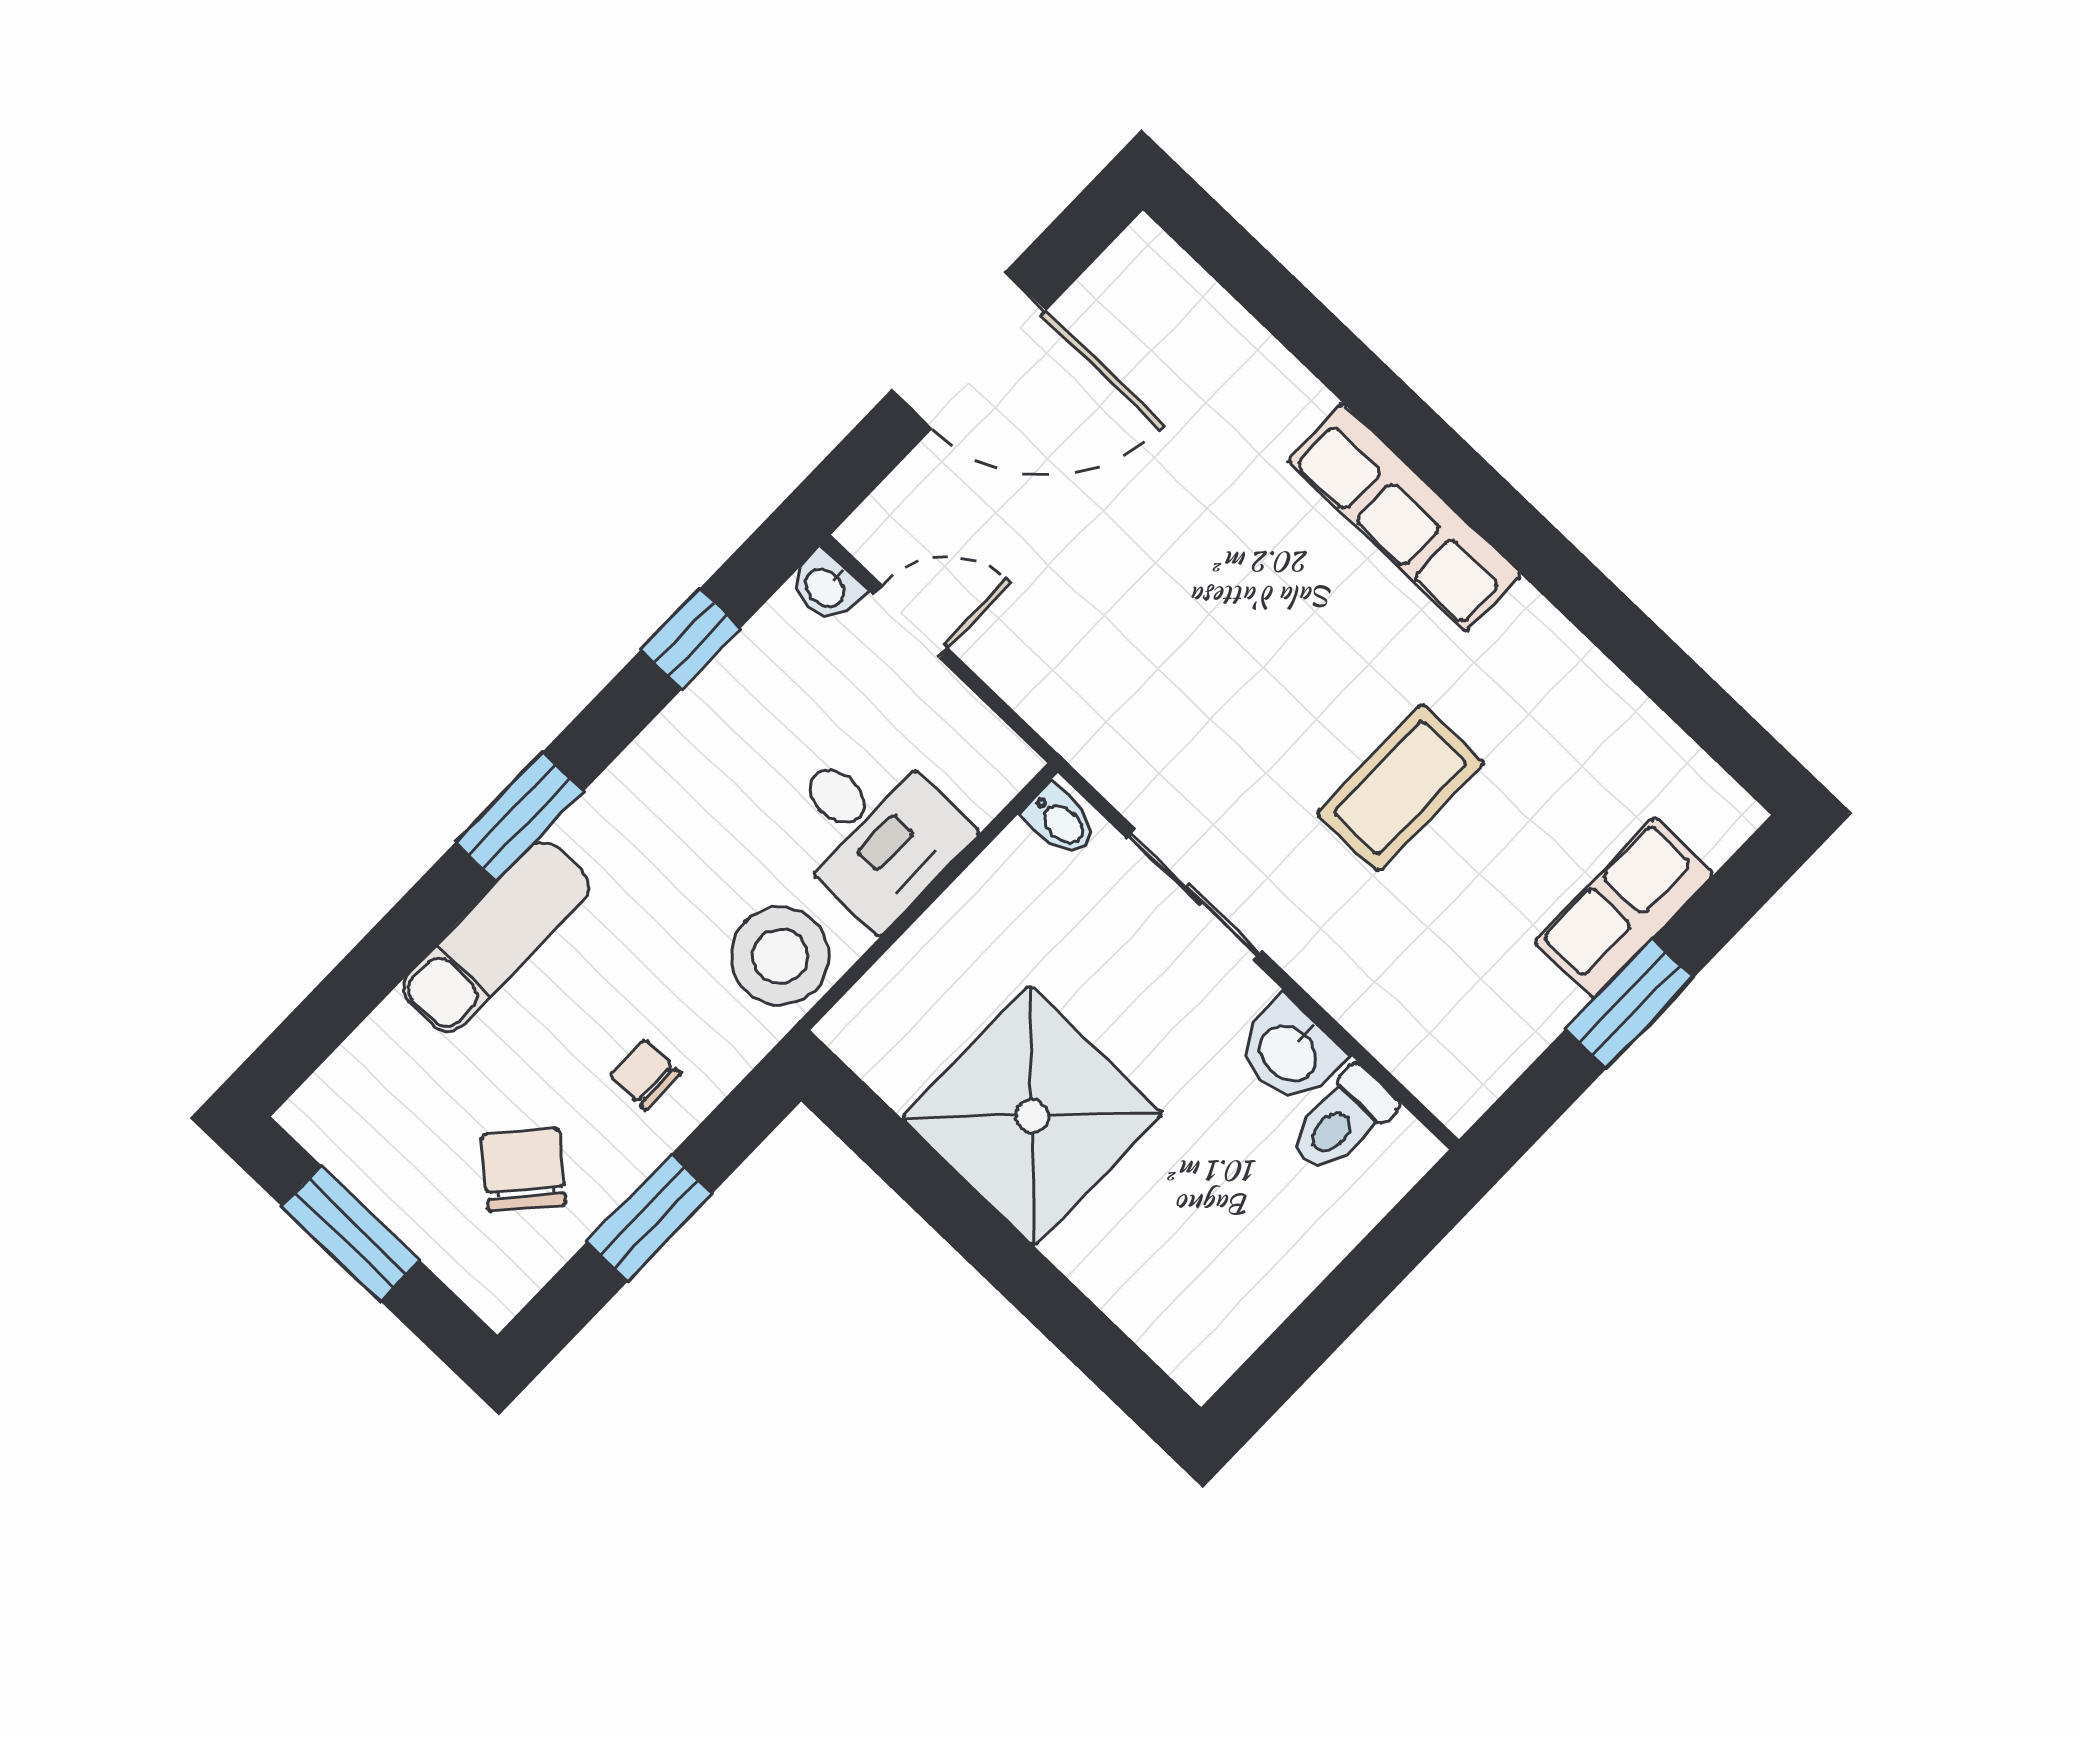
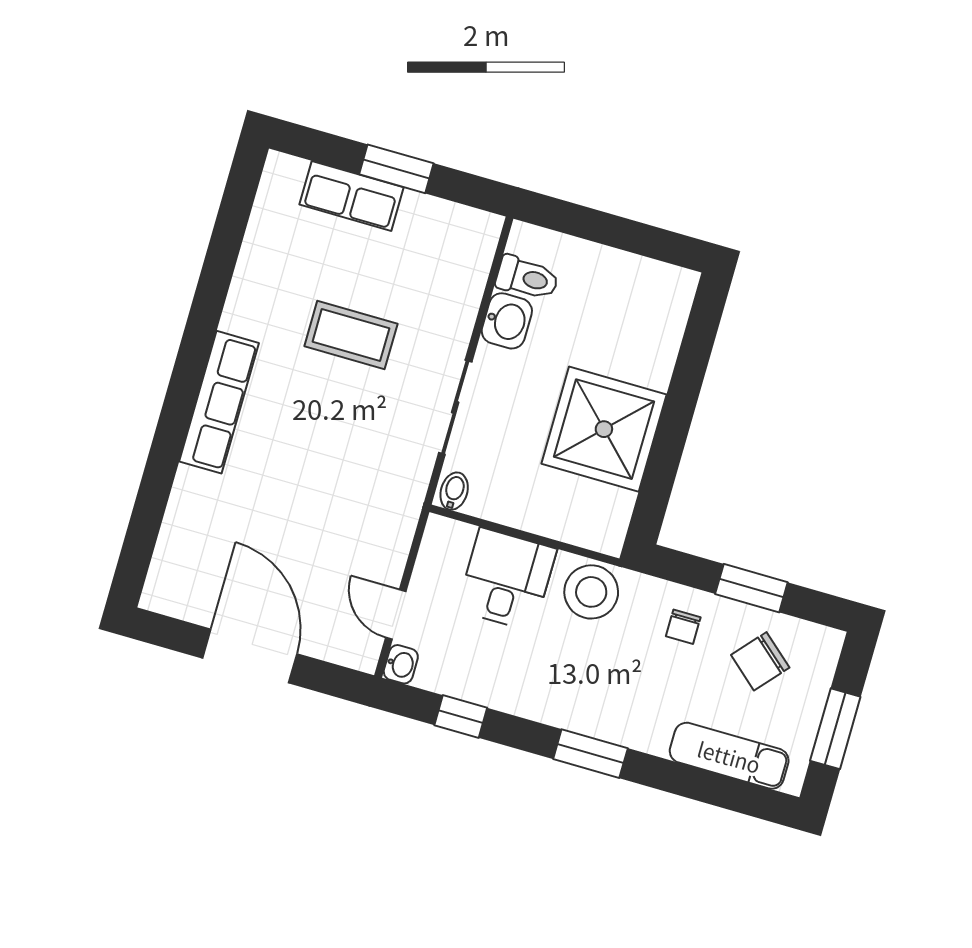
exam couch: (496, 937) -> (729, 756), moved

